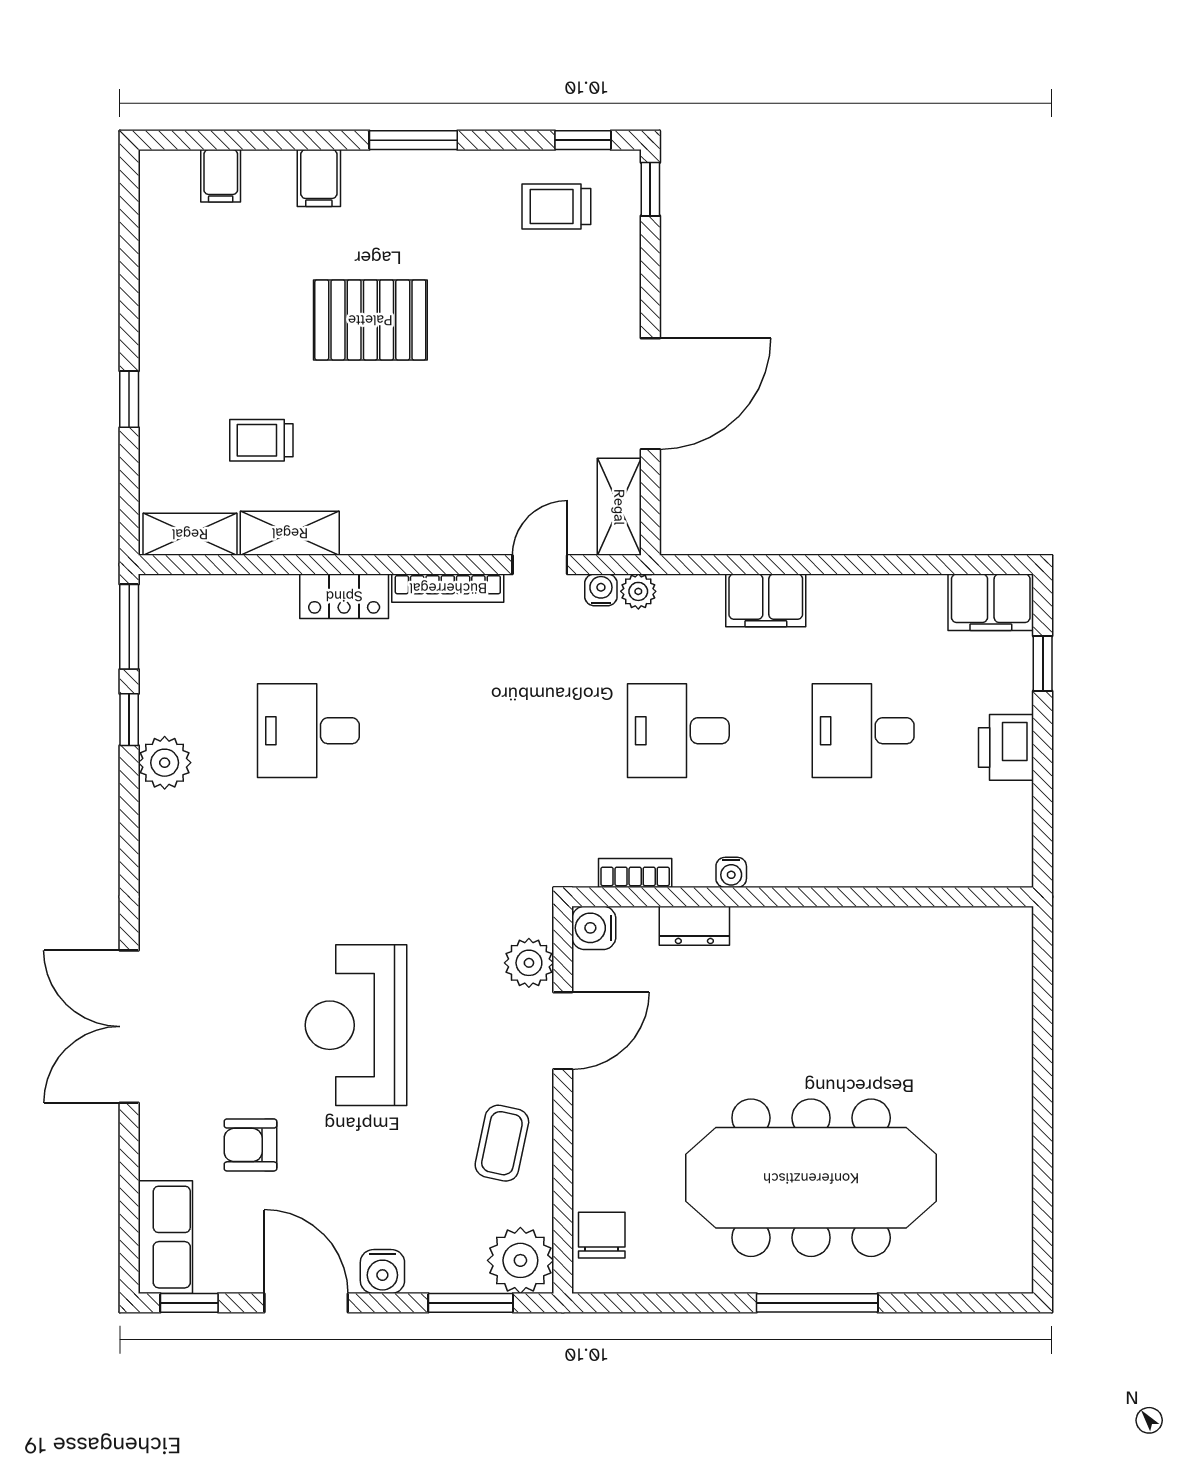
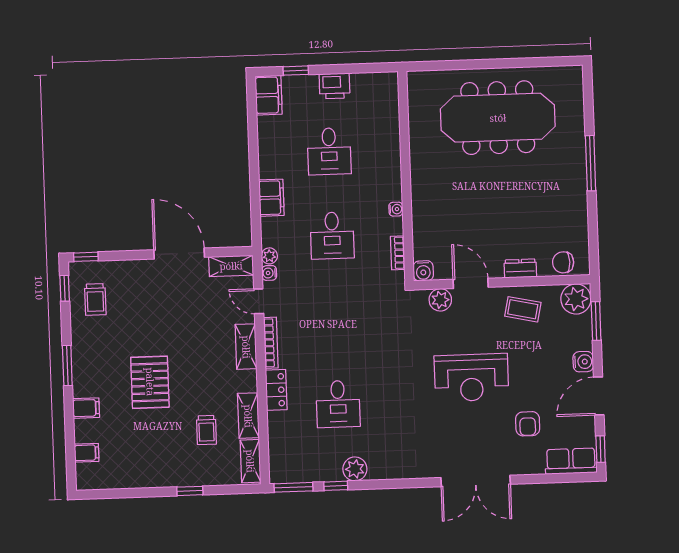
shelving: (441, 533) -> (246, 347), added
dresser: (694, 926) -> (520, 268), moved, turned -90
meeting table: (811, 1178) -> (498, 118), moved, turned 90

